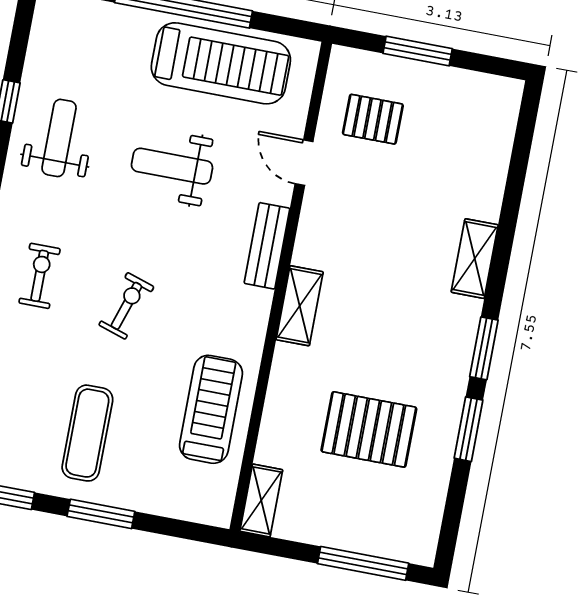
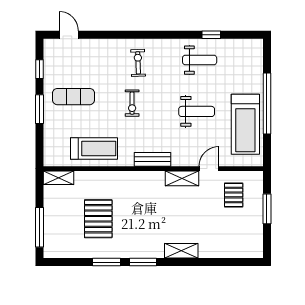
weight bench: (172, 166) -> (197, 111), turned 90
bench: (267, 246) -> (153, 159), moved
exercise bike: (40, 276) -> (138, 63), turned -92
exercise bike: (126, 306) -> (132, 103), turned 72
shelving: (300, 306) -> (182, 178), moved

